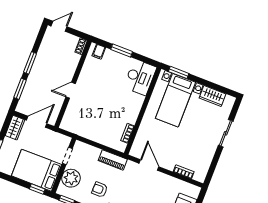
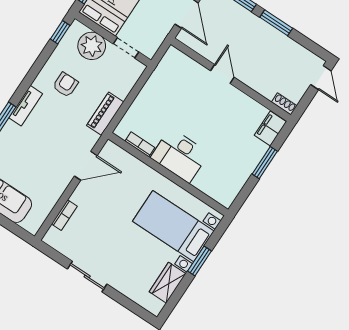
filing cabinet: (99, 52) -> (270, 128), width x2.00
window: (179, 72) -> (200, 261), moved
desk: (140, 77) -> (180, 155), moved
sliding door: (226, 133) -> (87, 276), moved

